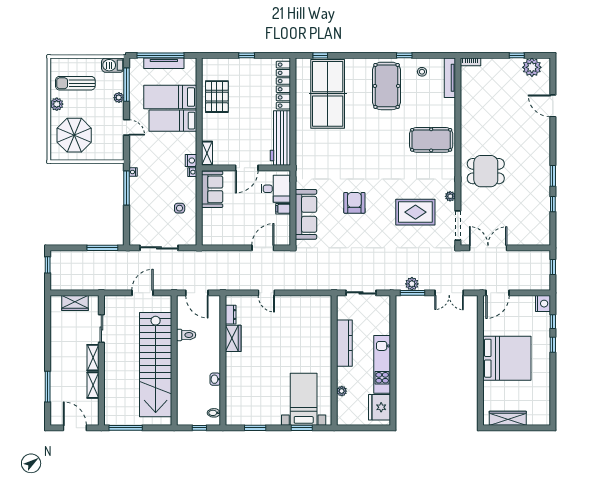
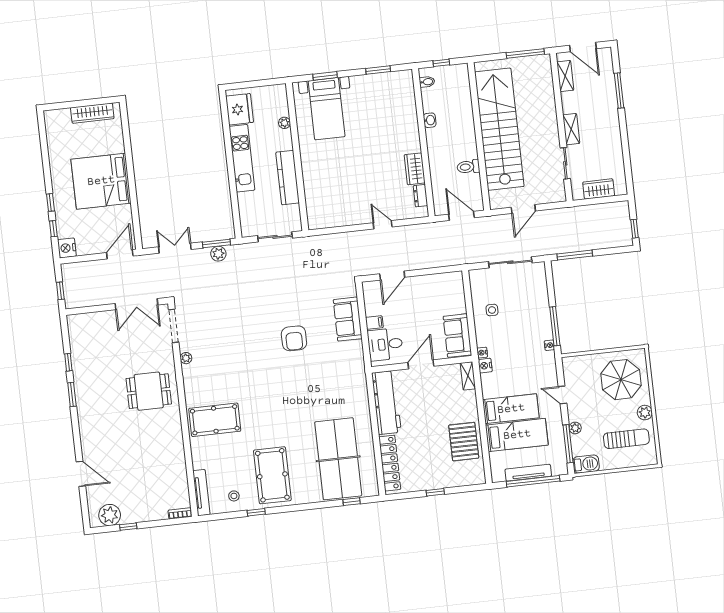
rug: (415, 212) -> (223, 336), removed
sofa: (306, 214) -> (348, 319), width x0.73
shelving: (93, 385) -> (565, 76), moved

